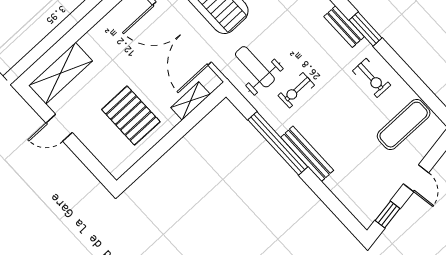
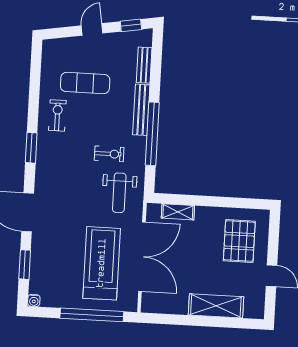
bench: (344, 27) -> (144, 65), moved
shelving: (61, 73) -> (216, 306), moved
pallet: (131, 116) -> (239, 241), moved
exercise mat: (404, 125) -> (85, 83), moved

